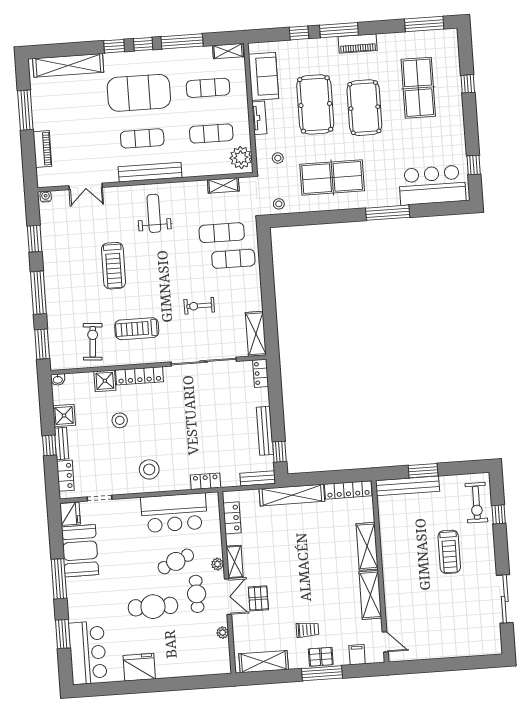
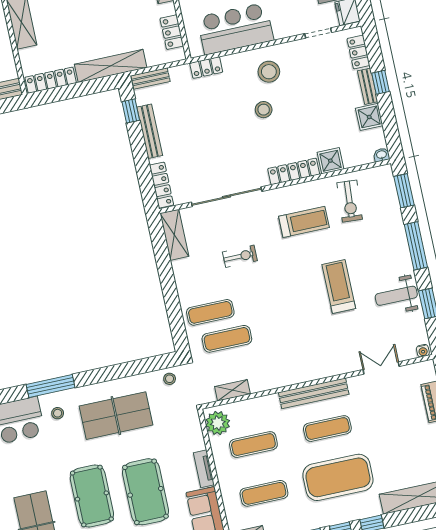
stool: (278, 158) -> (58, 413), moved
weight bench: (154, 213) -> (396, 296), moved, turned 90
locker: (261, 373) -> (162, 185), width x1.53
stool: (120, 420) -> (264, 110), moved

